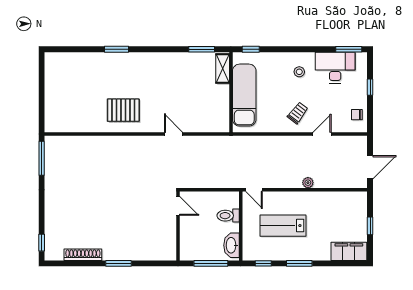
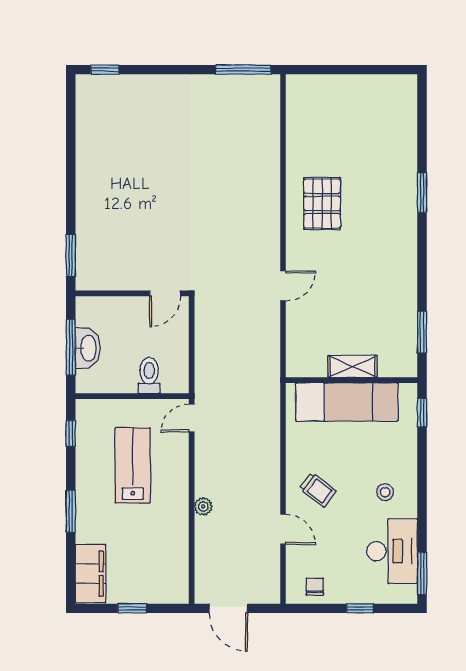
shelving: (223, 68) -> (353, 366), moved
washbasin: (231, 245) -> (88, 348), moved, turned 90
shoe rack: (83, 255) -> (85, 137), removed
window: (118, 263) -> (71, 255), moved
window: (299, 263) -> (71, 511), moved

